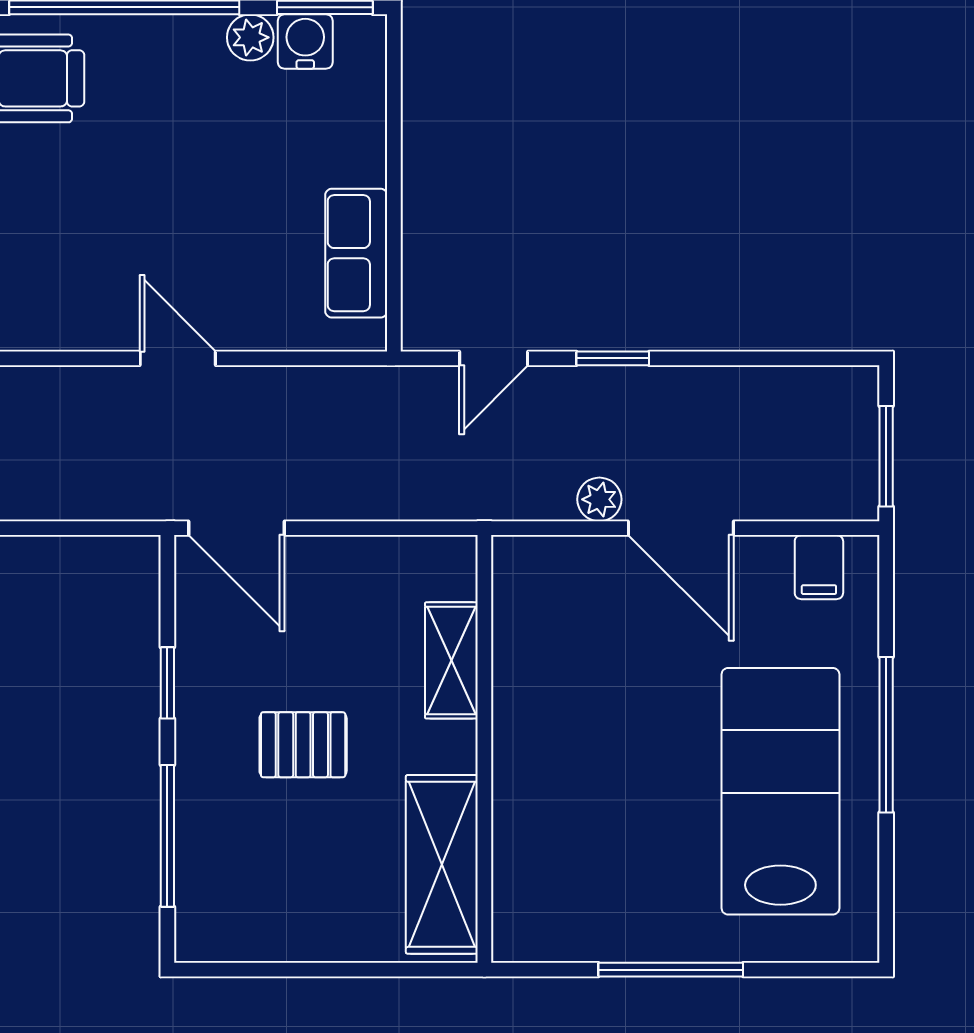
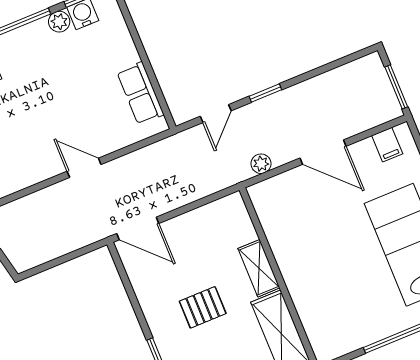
plant: (599, 499) -> (261, 164), moved
shelving: (451, 660) -> (259, 268), moved
window: (167, 683) -> (136, 305), removed

